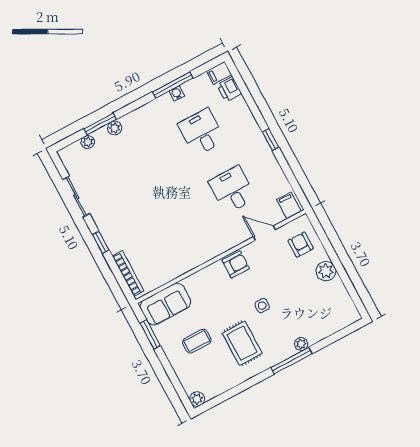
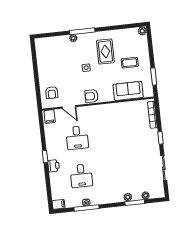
printer: (229, 89) -> (54, 166), moved
plant: (326, 271) -> (44, 73), removed
sofa: (165, 304) -> (128, 91), moved

